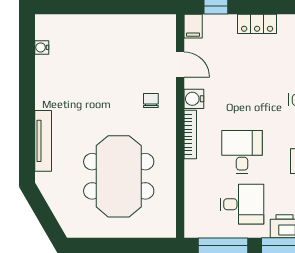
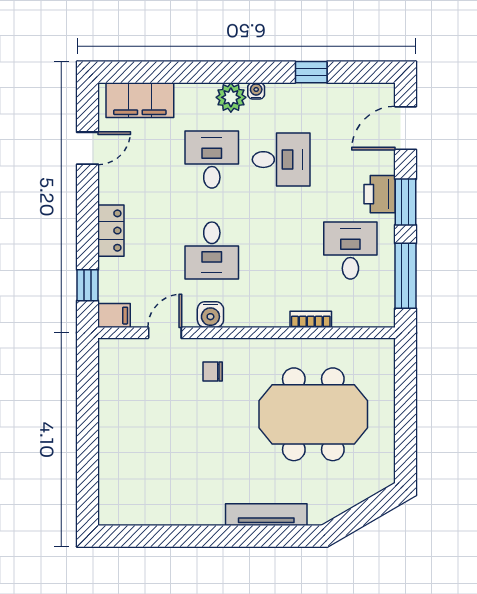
water cooler: (42, 47) -> (142, 517), removed
bookcase: (190, 134) -> (311, 319), moved, width x0.64
desk: (242, 152) -> (212, 251), moved, turned -90

